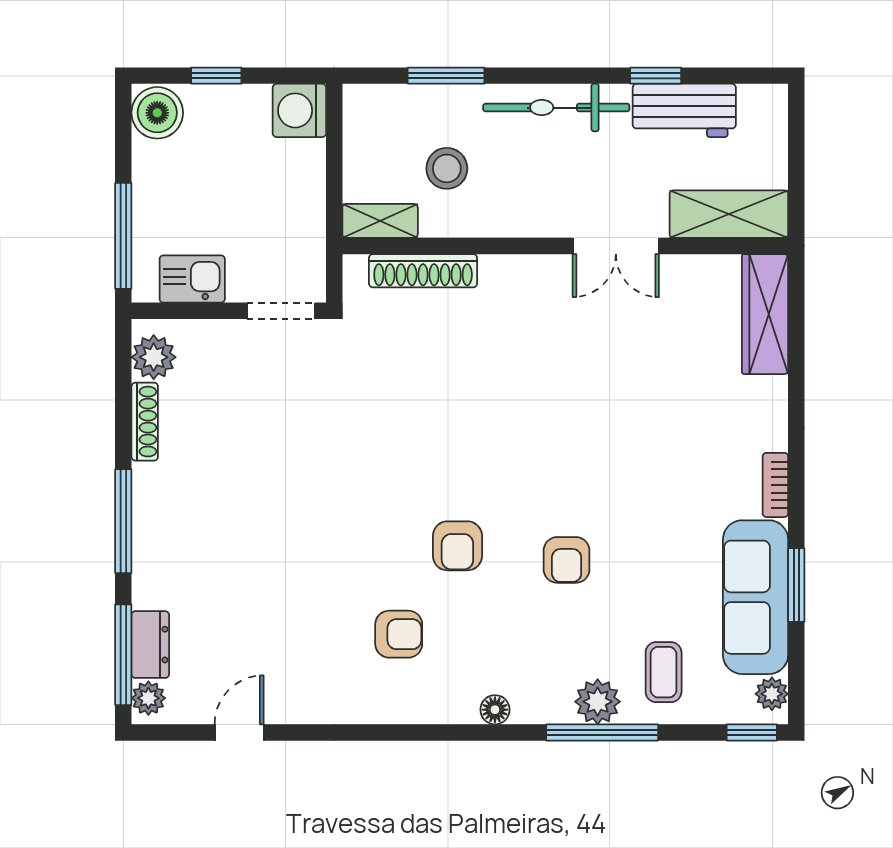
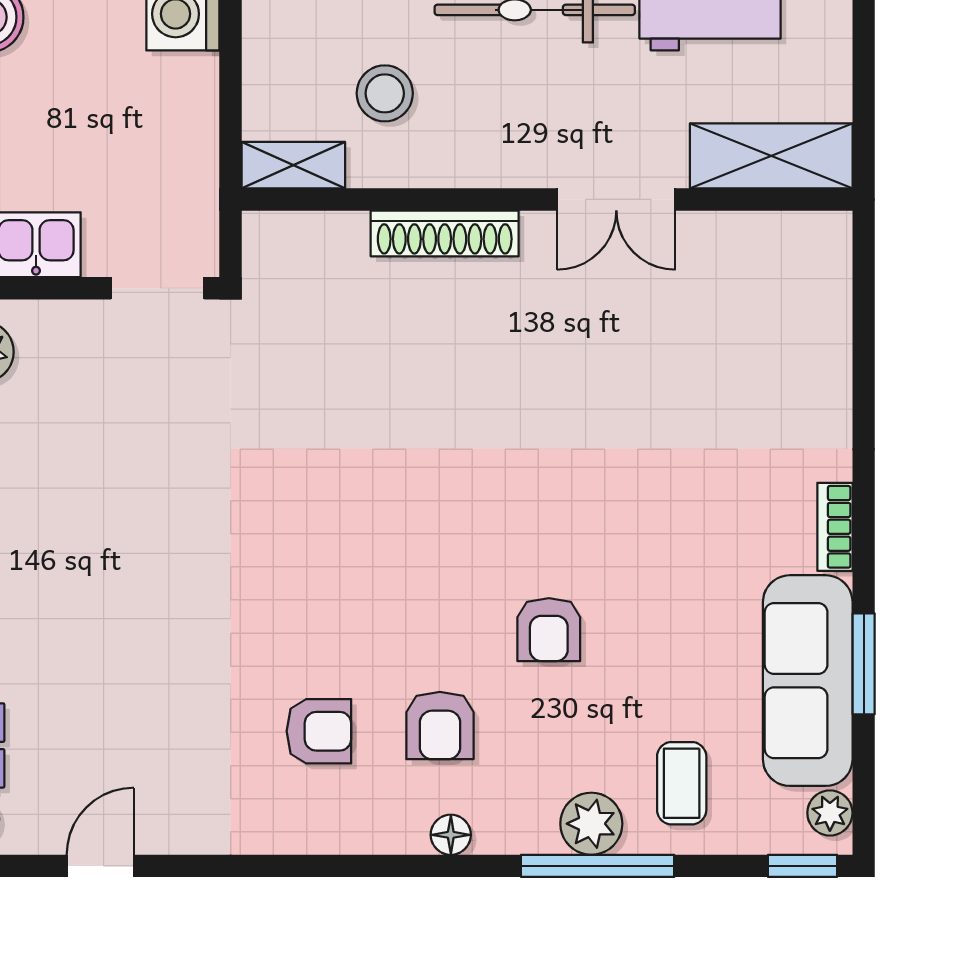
shoe rack: (423, 271) -> (445, 233), moved
wardrobe: (765, 314) -> (821, 293), removed
armchair: (457, 546) -> (440, 726), moved

